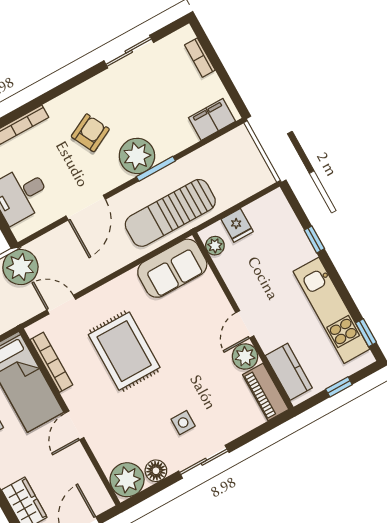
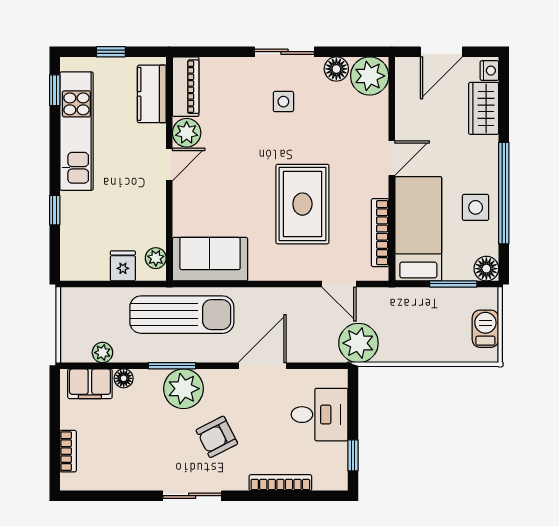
sliding door: (129, 52) -> (192, 496), moved
floor lamp: (188, 138) -> (124, 378), added
plant: (216, 149) -> (102, 353), added

